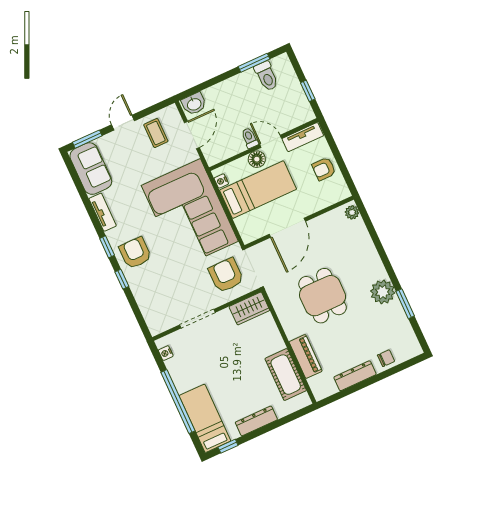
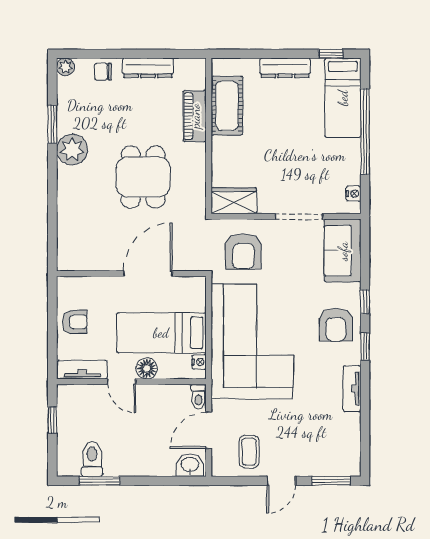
toilet: (250, 138) -> (199, 397), moved
sofa: (91, 169) -> (343, 251), moved
plant: (352, 212) -> (65, 67), moved

